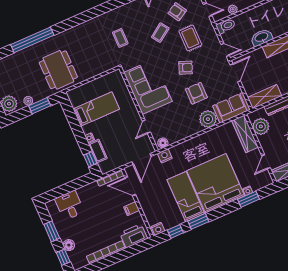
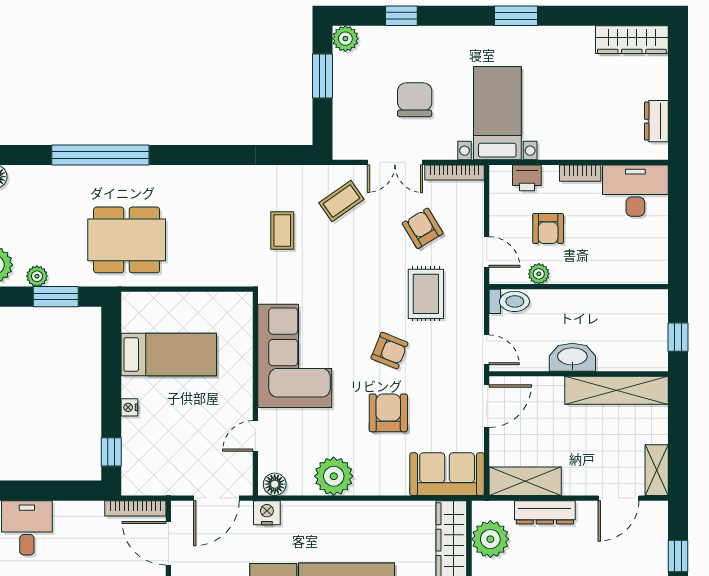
coffee table: (160, 33) -> (341, 201), moved
dining table: (58, 70) -> (127, 240), turned 90
plant: (208, 119) -> (334, 476), moved
cot: (98, 151) -> (134, 442), removed

